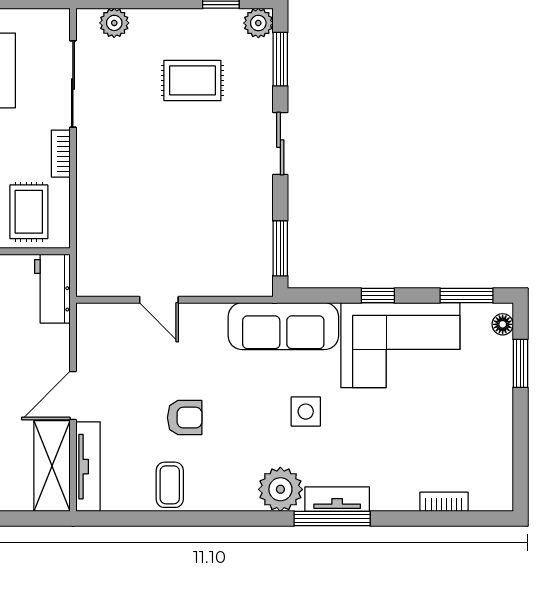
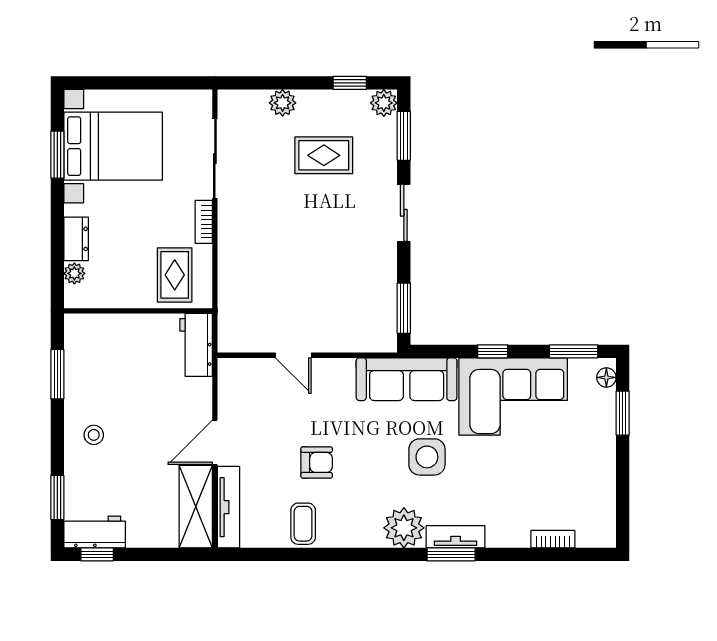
plant: (114, 23) -> (283, 103), moved
side table: (306, 412) -> (427, 457), width x1.37, depth x1.37
window: (332, 519) -> (451, 554), width x0.69

